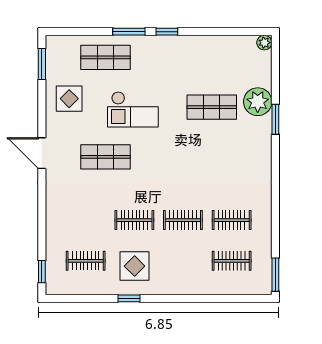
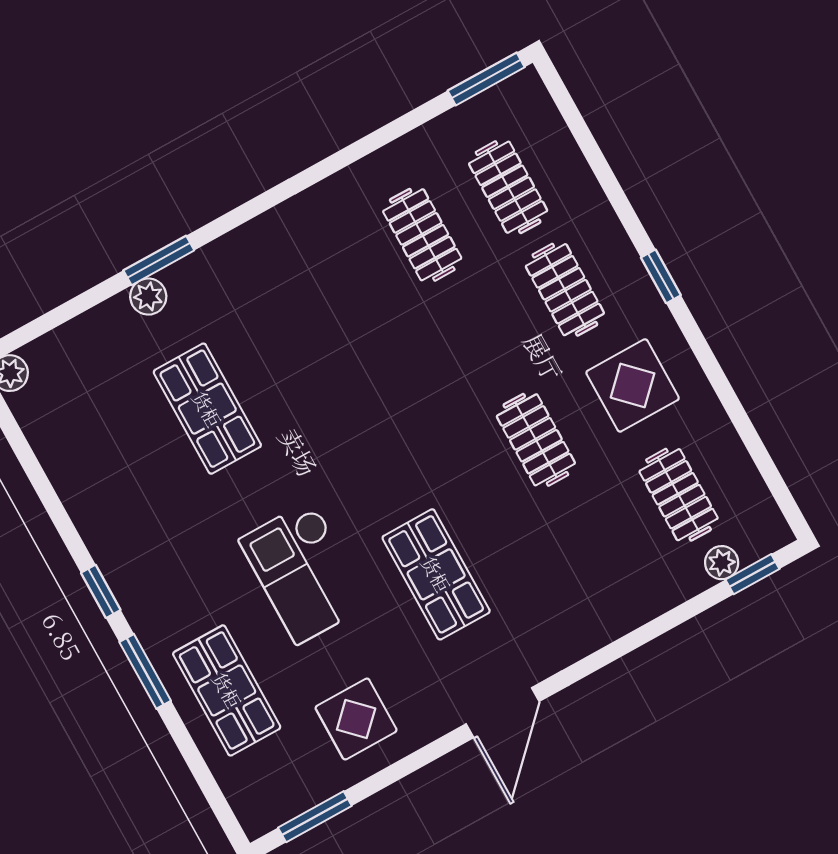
plant: (258, 102) -> (148, 297), width x0.53, depth x0.53
checkout: (133, 109) -> (304, 572), turned 180
clothes rail: (183, 220) -> (565, 290), moved
plant: (52, 263) -> (722, 563), added
window: (129, 298) -> (661, 276), moved

